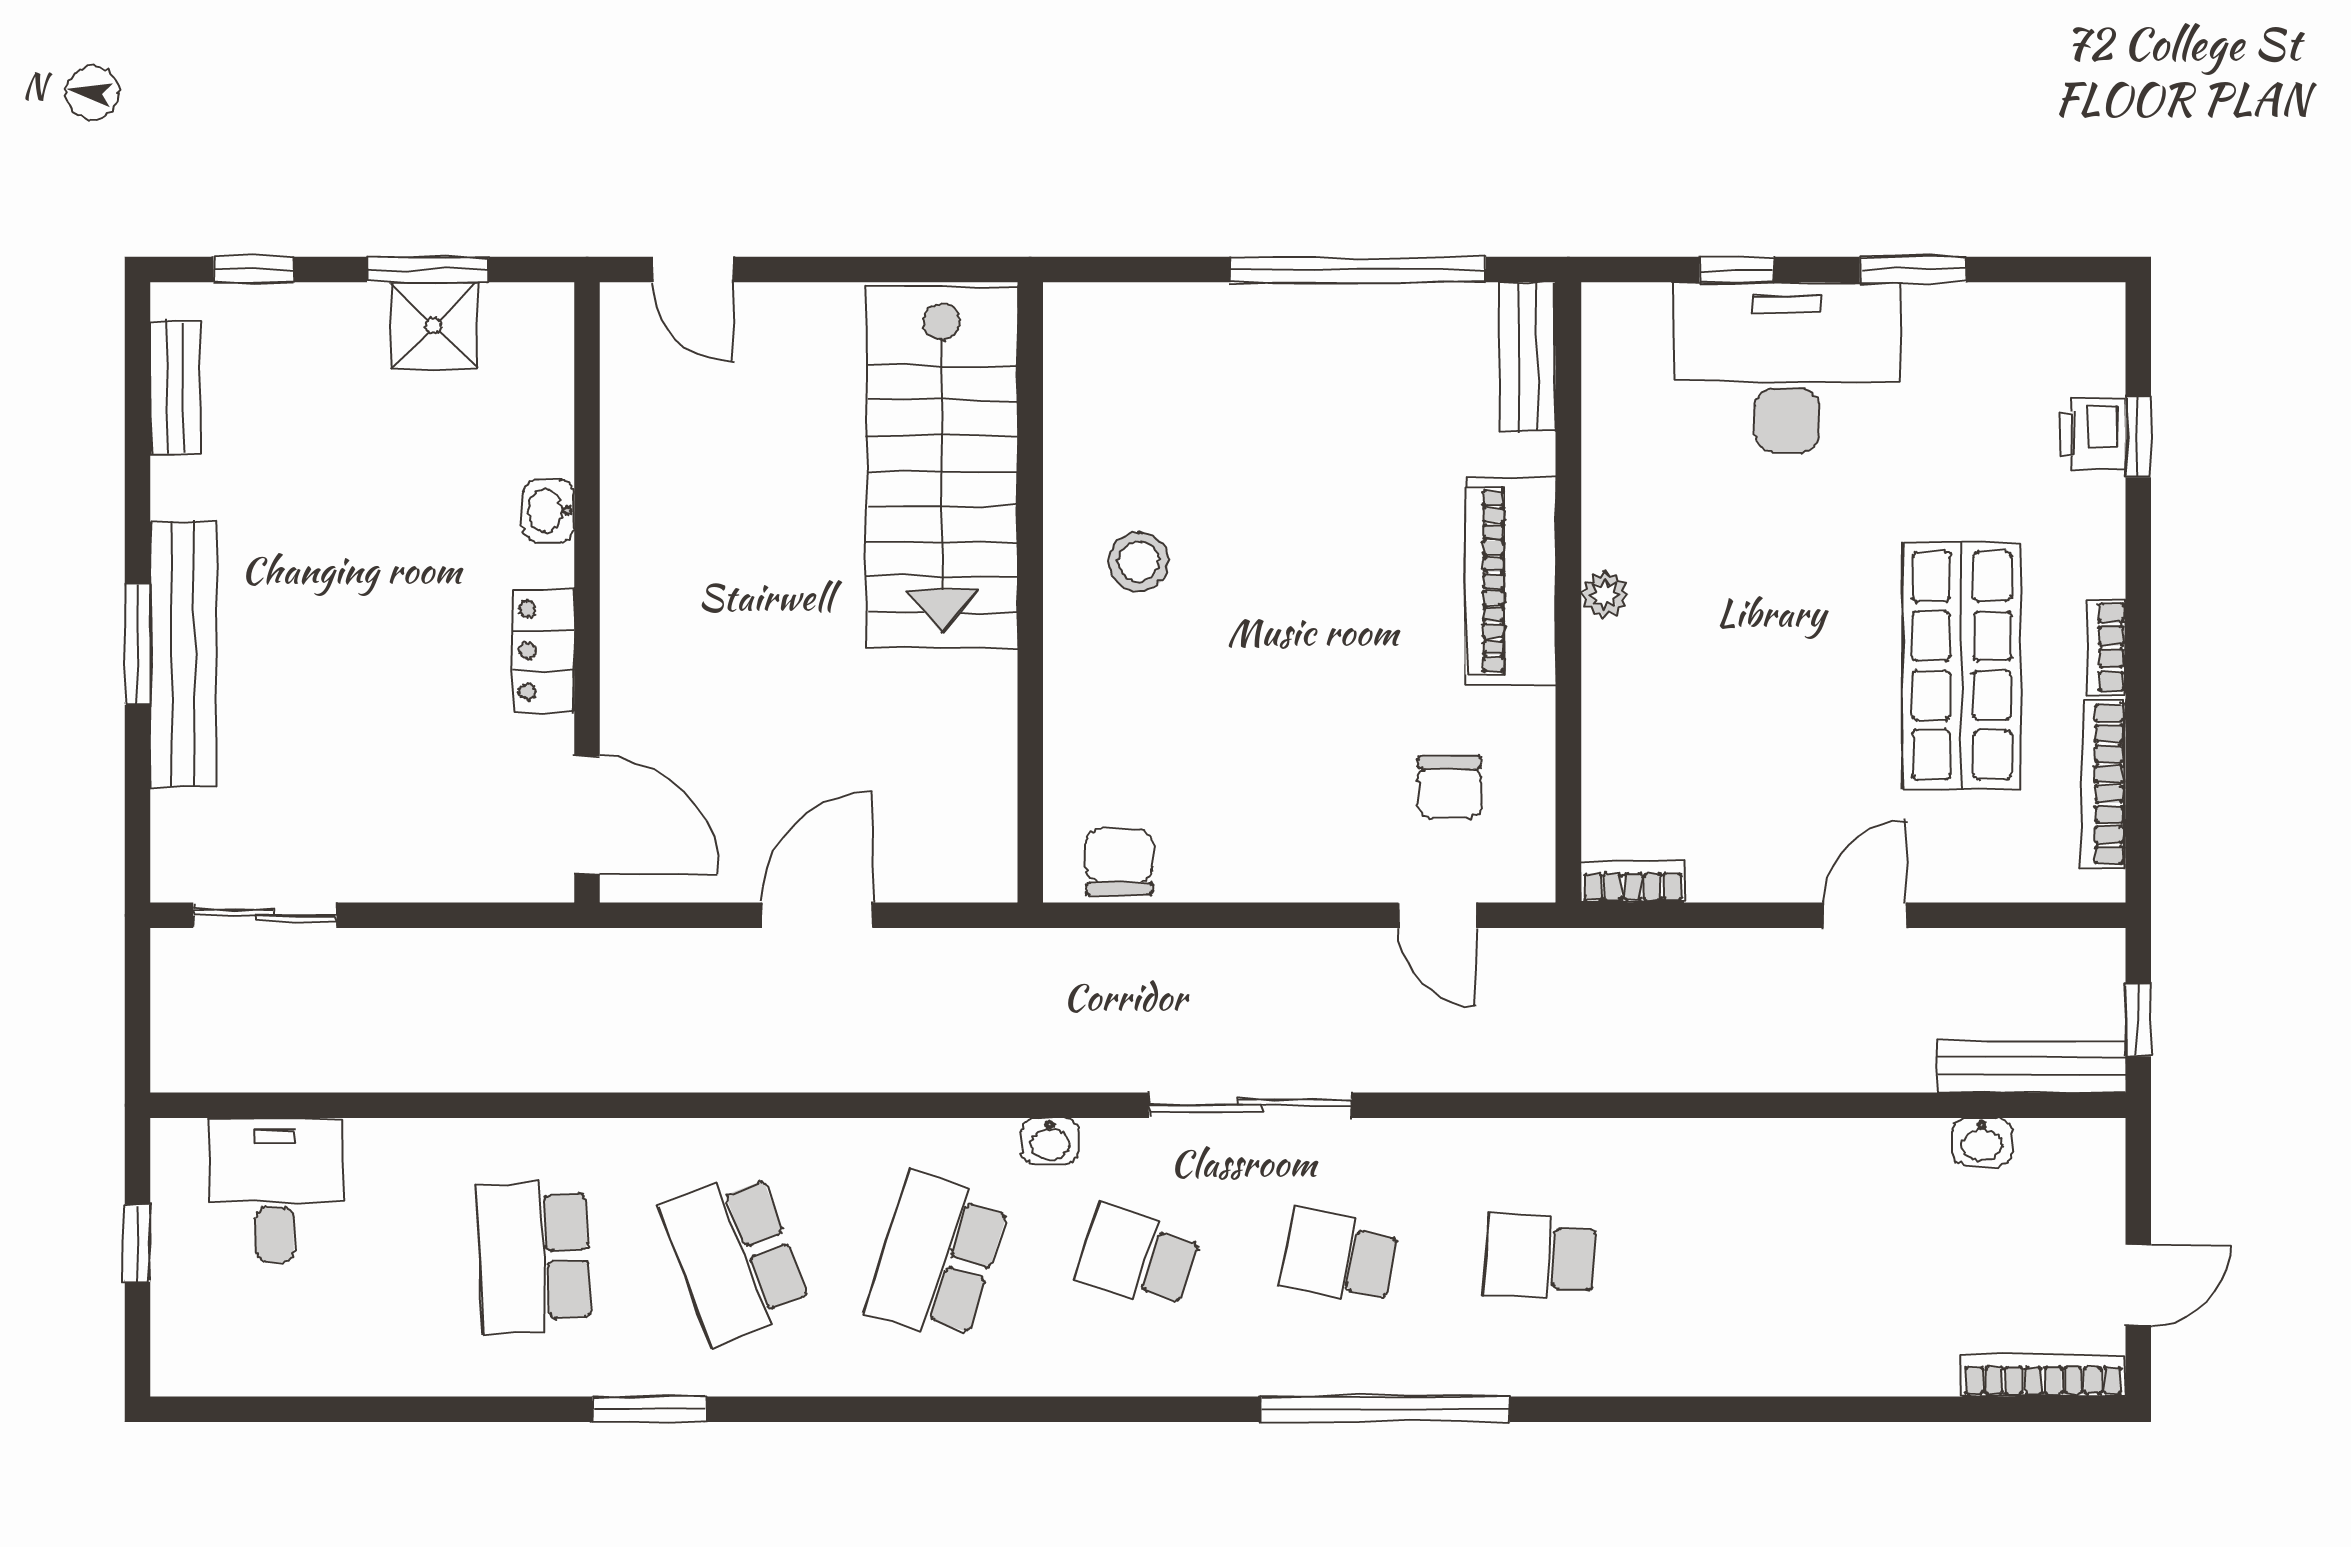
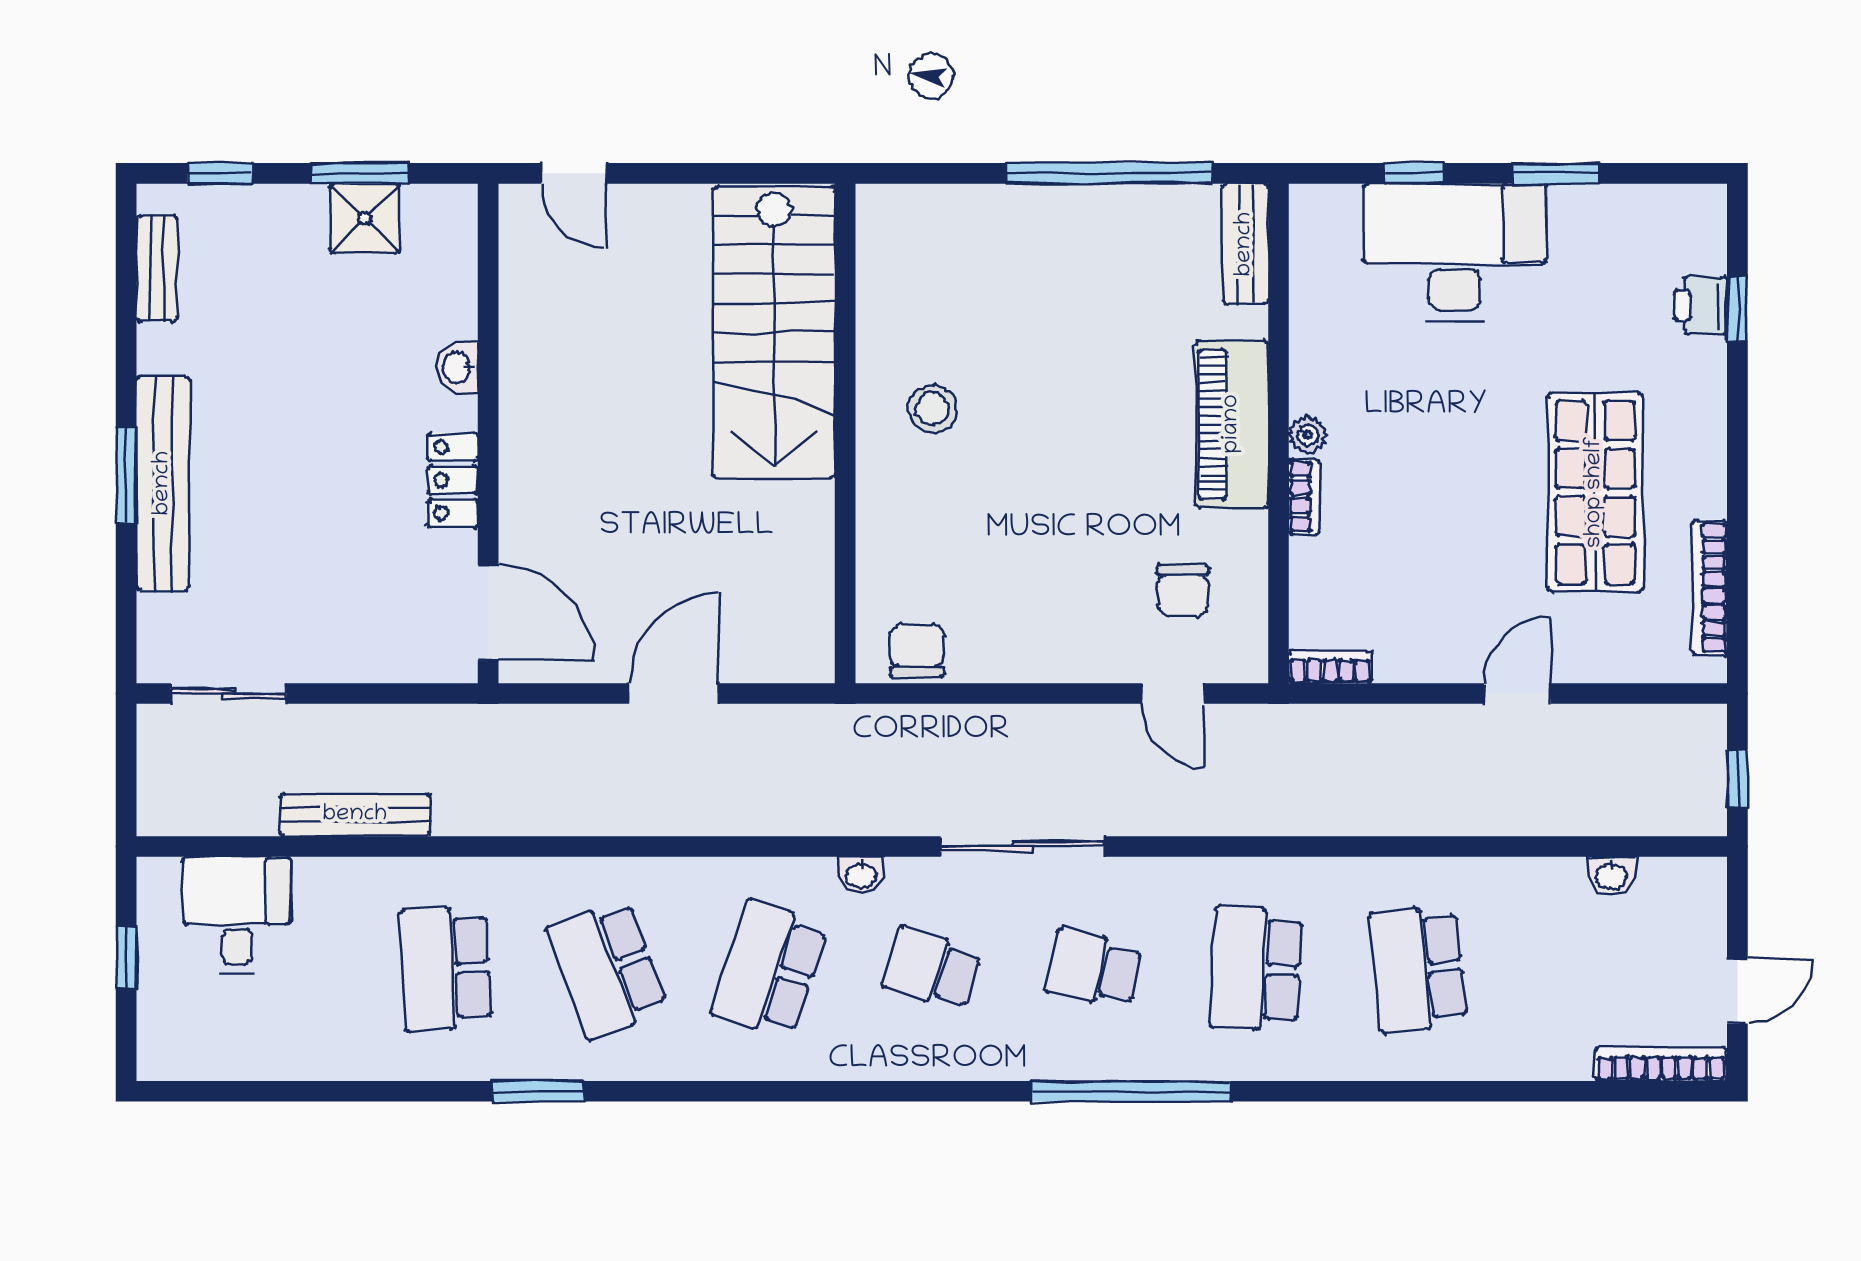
bookcase: (2107, 647) -> (1304, 496), moved, turned 180
bench: (2032, 1066) -> (355, 815), moved
school desk: (1540, 1257) -> (1256, 969), width x1.85
school desk: (1742, 1257) -> (1418, 969), added

